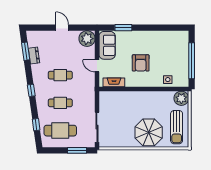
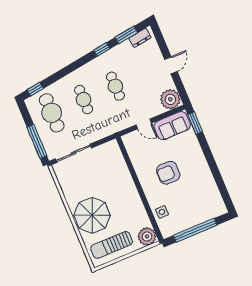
window: (123, 28) -> (195, 123), moved
dresser: (34, 55) -> (140, 38), moved
door: (97, 66) -> (144, 124), swing flipped
fireplace: (114, 82) -> (133, 151), removed
window: (31, 90) -> (102, 49), moved
window: (36, 125) -> (35, 89), moved
window: (77, 150) -> (37, 141), width x1.44

